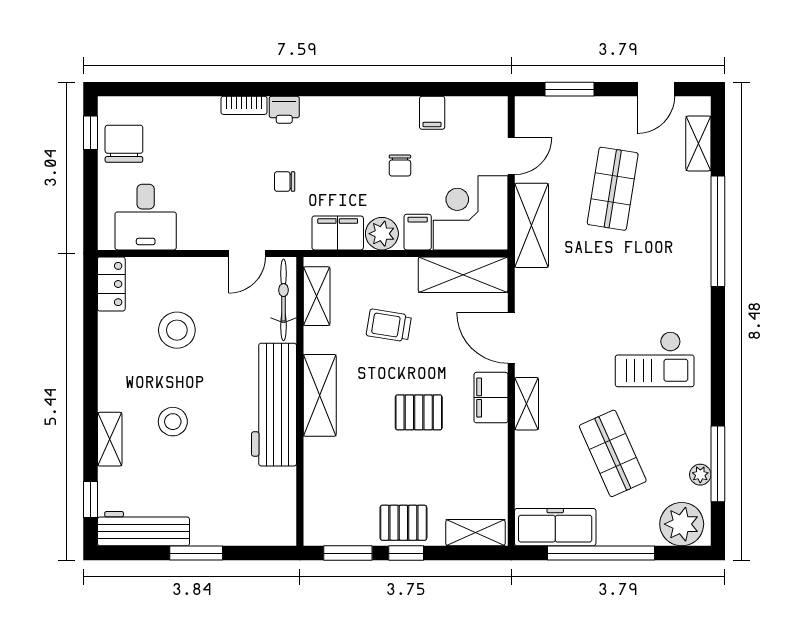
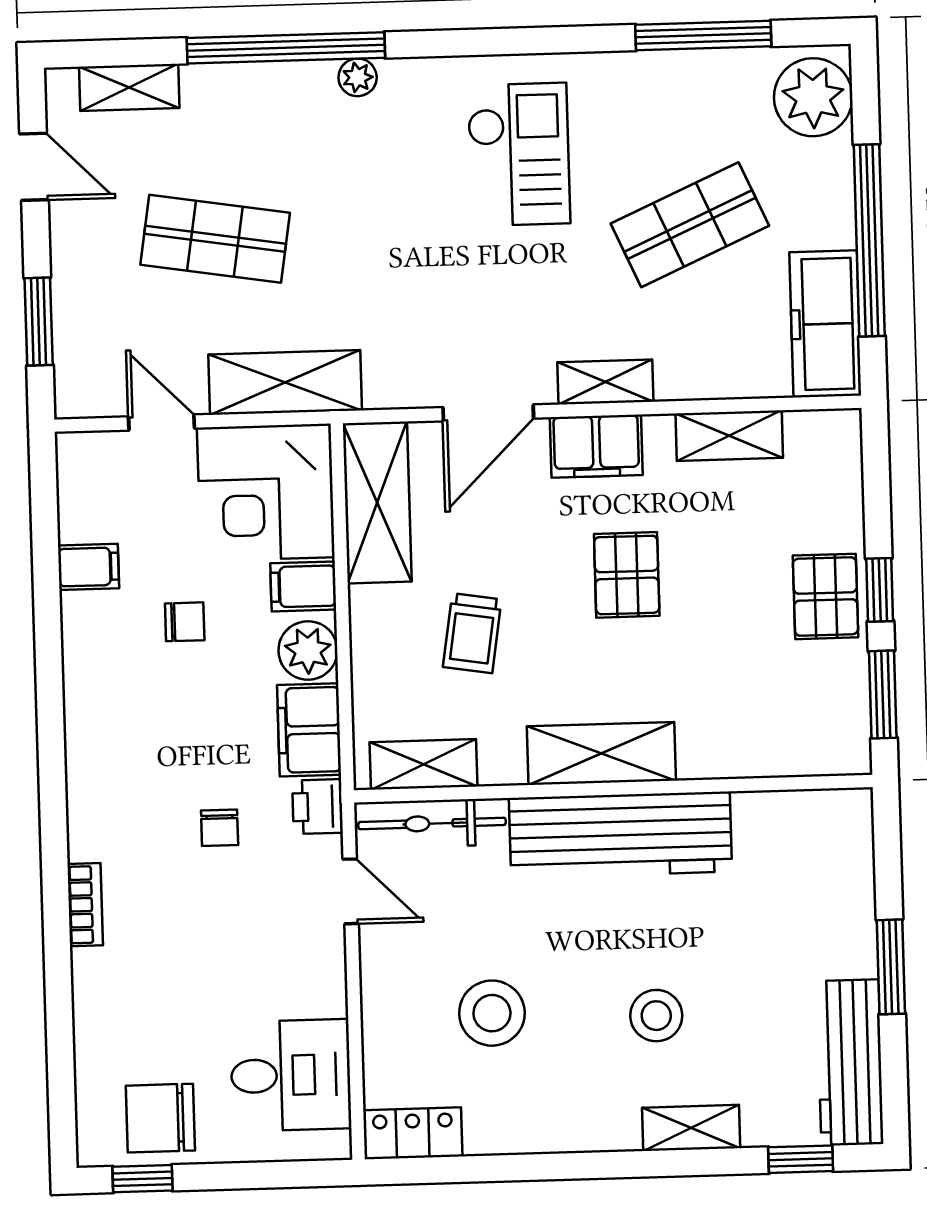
printer: (284, 110) -> (318, 807), moved, turned 180
plant: (700, 475) -> (358, 77), moved
shelving: (475, 533) -> (729, 436), moved, turned 90

